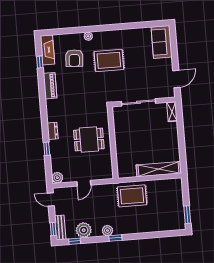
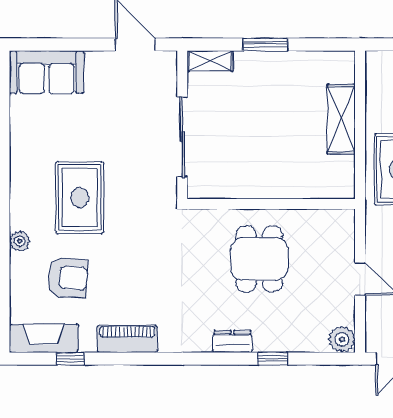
window: (181, 135) -> (265, 45), added
shelving: (159, 169) -> (341, 119), width x0.68

